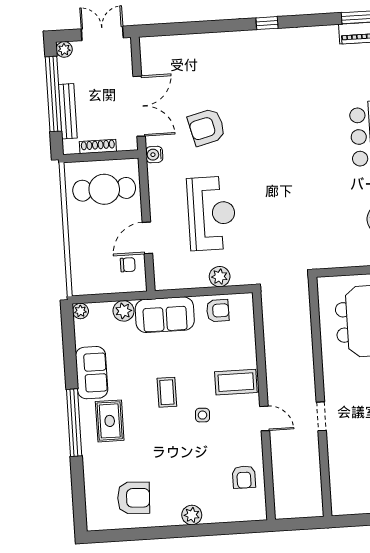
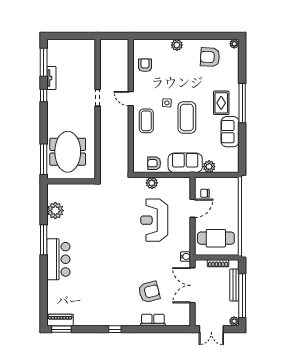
row of seats: (203, 43) -> (153, 320), added
armchair: (207, 127) -> (149, 292), moved
plant: (80, 311) -> (234, 44), moved
coffee table: (236, 382) -> (146, 121), turned 90
coffee table: (167, 392) -> (187, 117), width x1.86, depth x1.72

